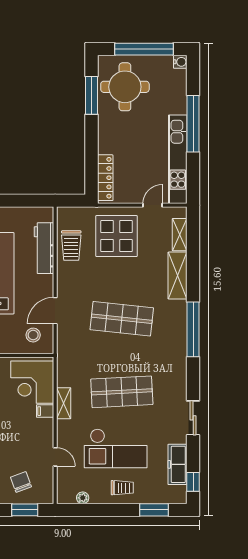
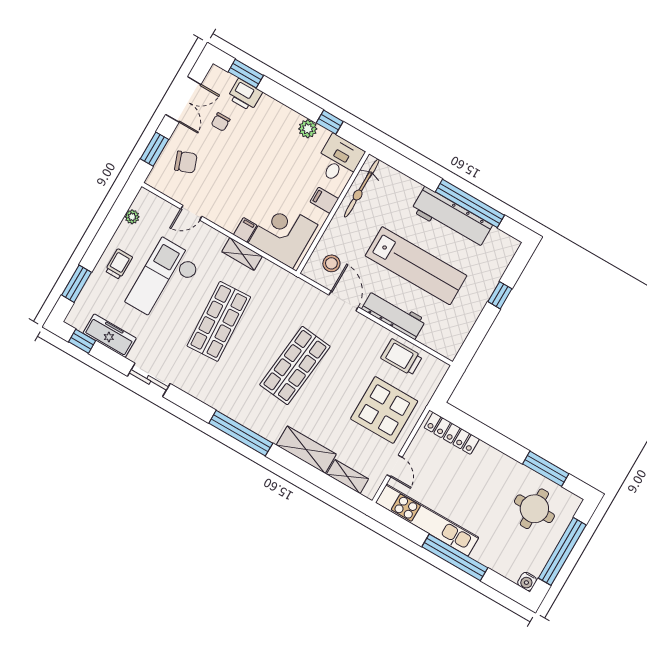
round table: (125, 87) -> (534, 509), width x0.73, depth x0.73
workbench: (44, 248) -> (394, 315), moved
trolley: (122, 488) -> (119, 264), turned 180

